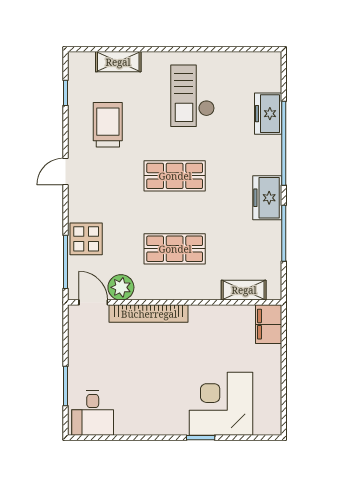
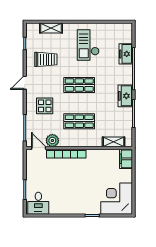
trolley: (108, 125) -> (46, 59), turned 90
display table: (86, 239) -> (45, 106), moved
corner desk: (221, 404) -> (117, 199), moved

